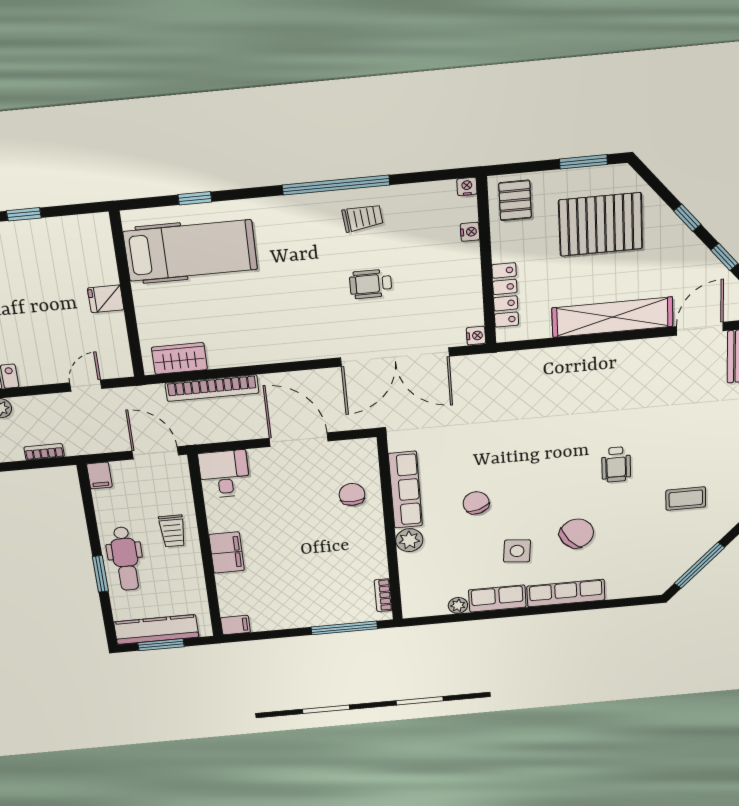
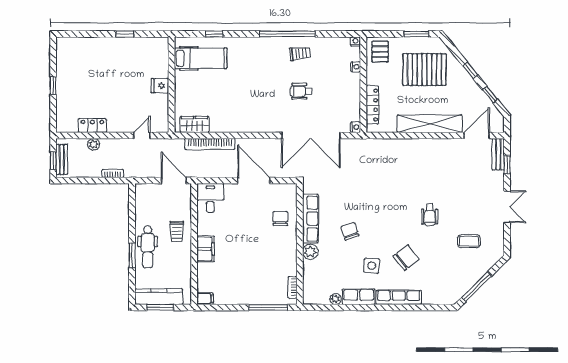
hospital bed: (190, 251) -> (201, 58), width x0.73, depth x0.78
filing cabinet: (99, 475) -> (141, 192), removed

